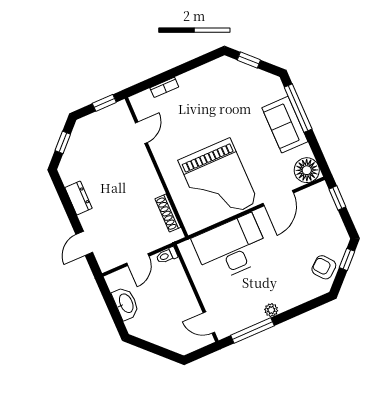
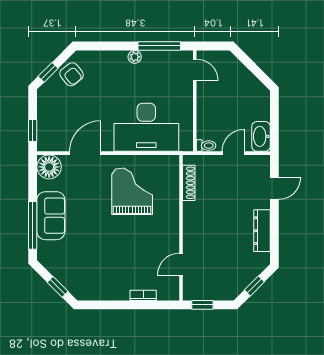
grand piano: (218, 182) -> (132, 191), width x0.73, depth x0.68
dresser: (79, 198) -> (262, 231), width x1.44
washbasin: (126, 303) -> (261, 136), moved

